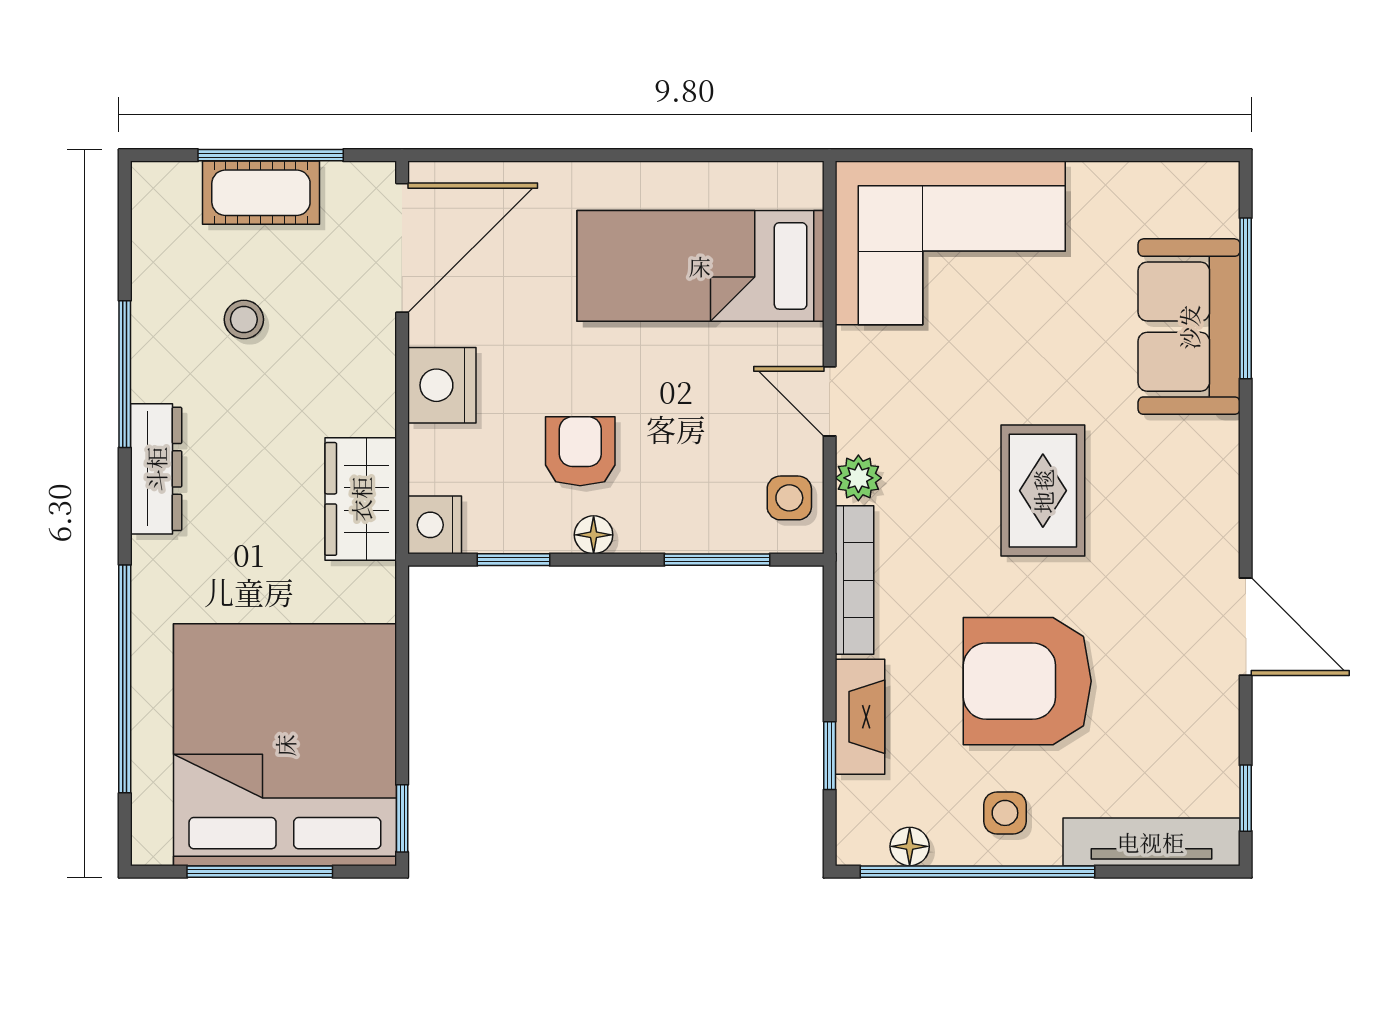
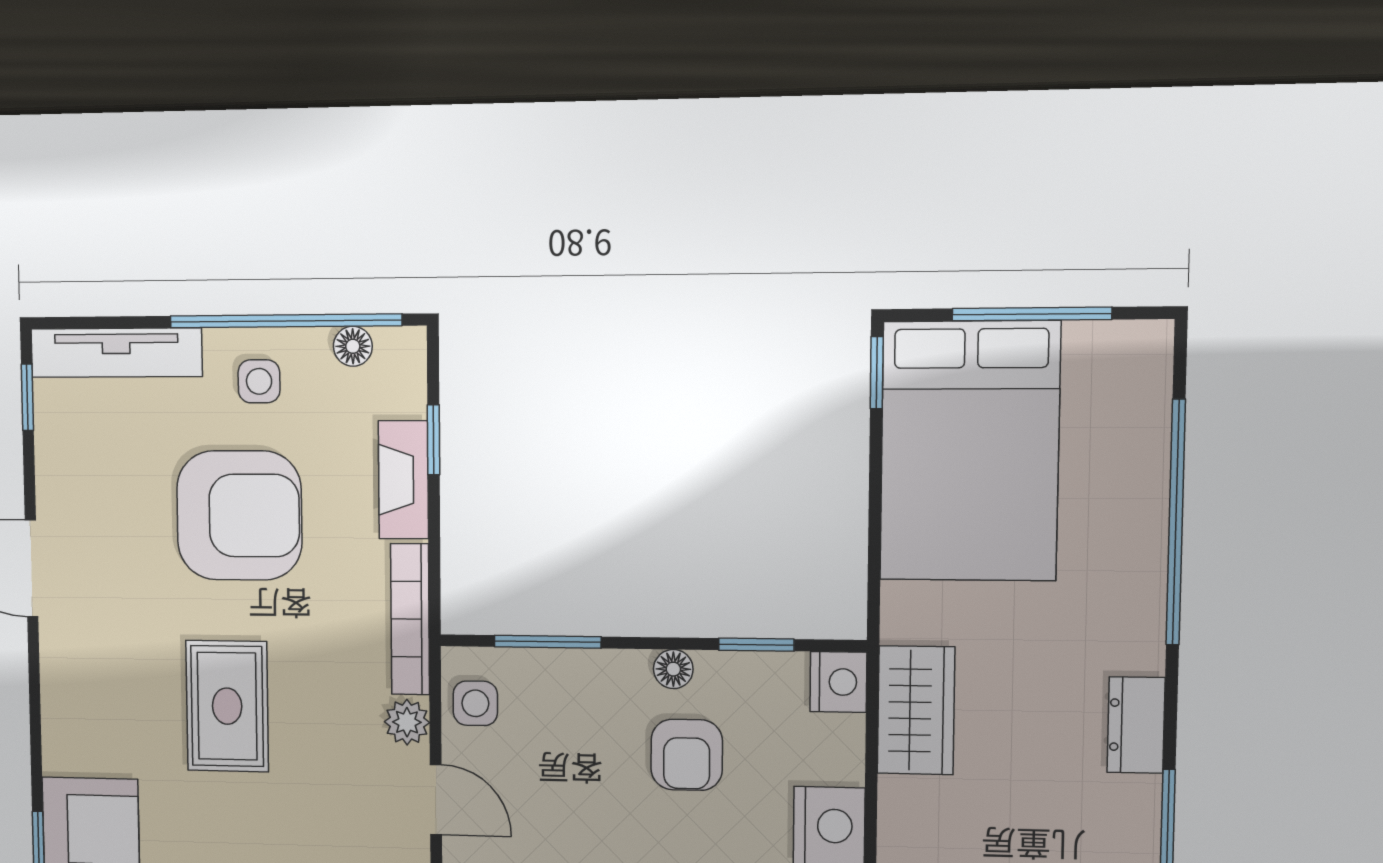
dresser: (156, 469) -> (1136, 725), width x0.70
bed: (285, 745) -> (970, 451), width x0.73

